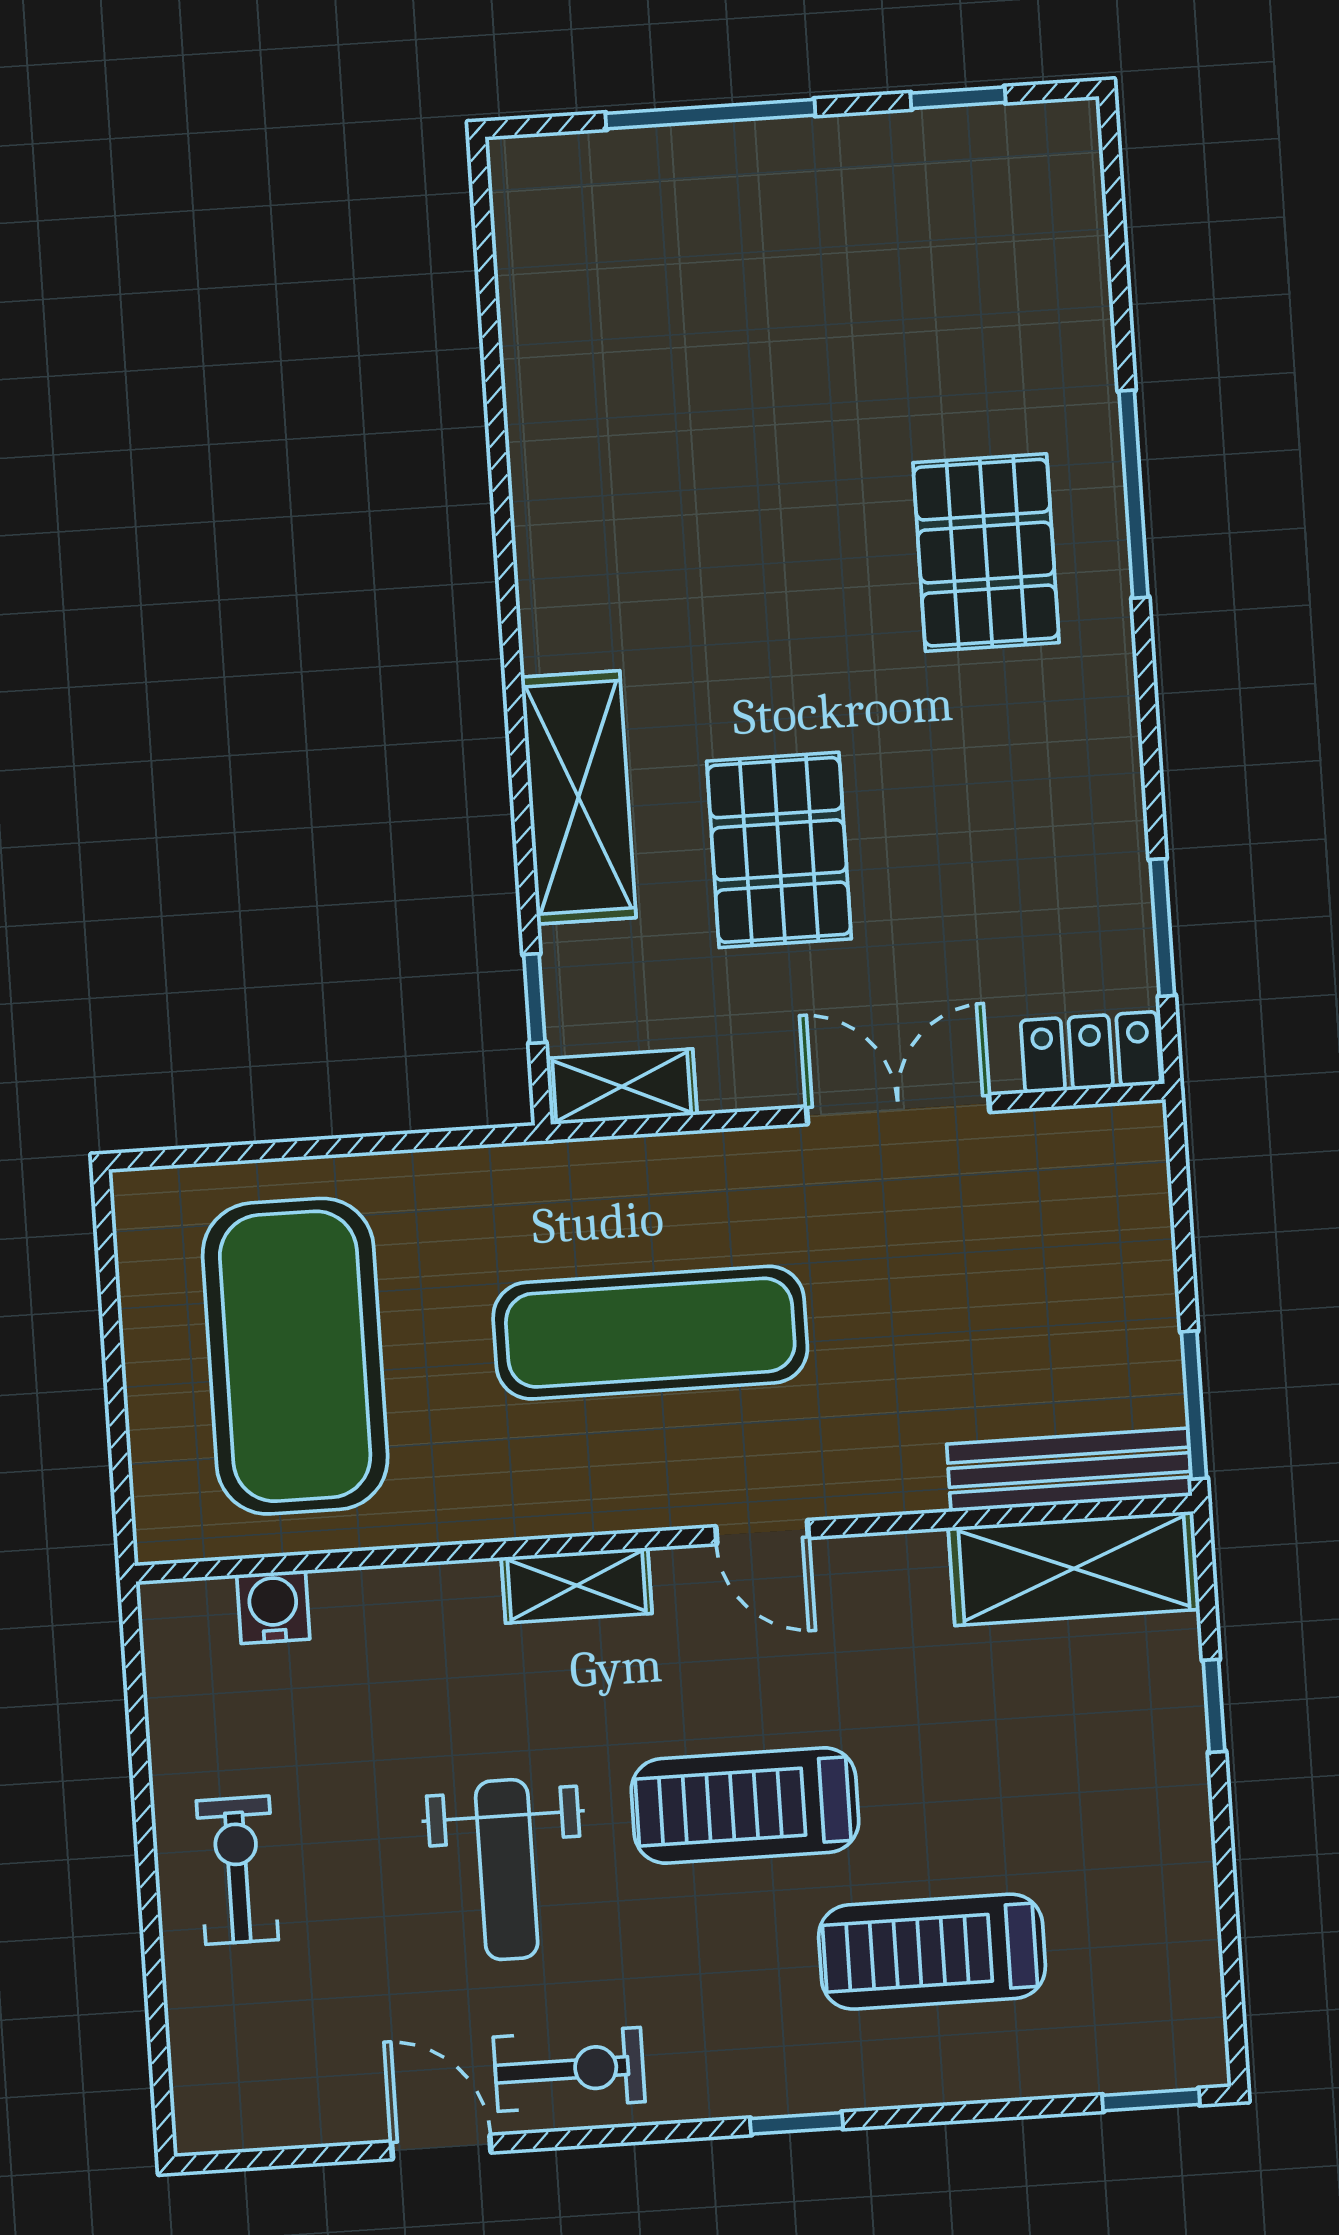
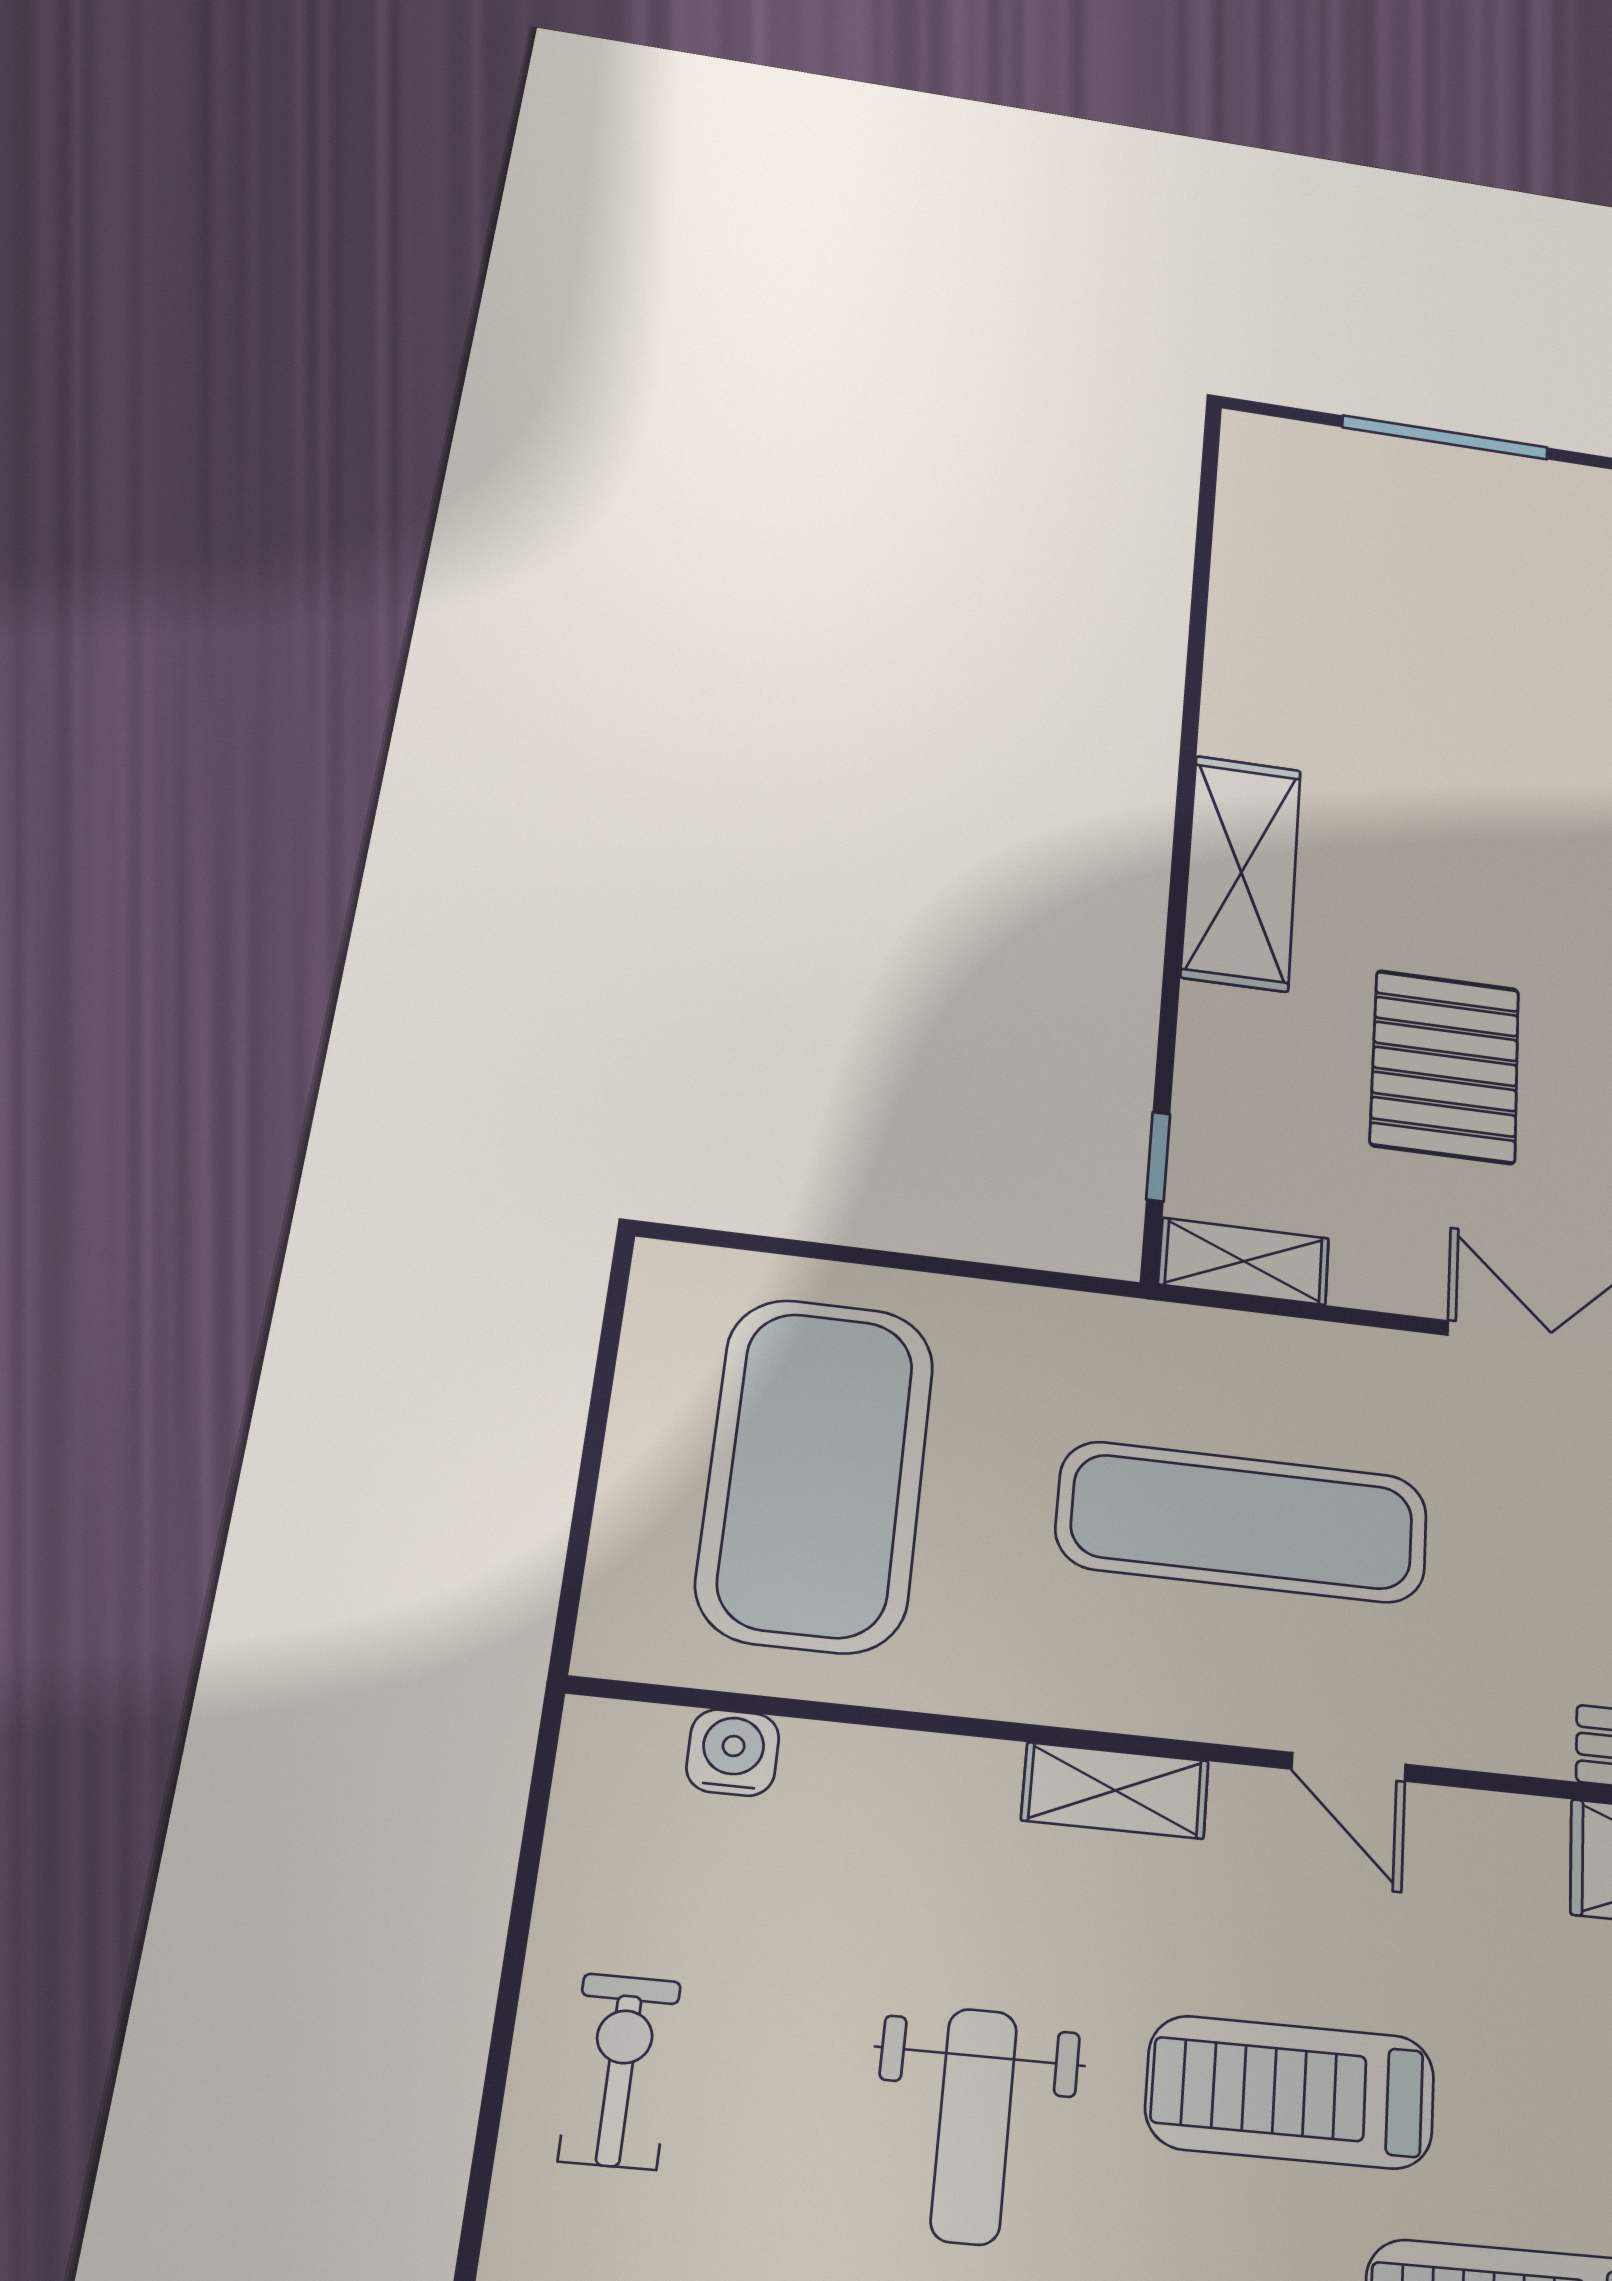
shelving: (578, 797) -> (1241, 872), moved

